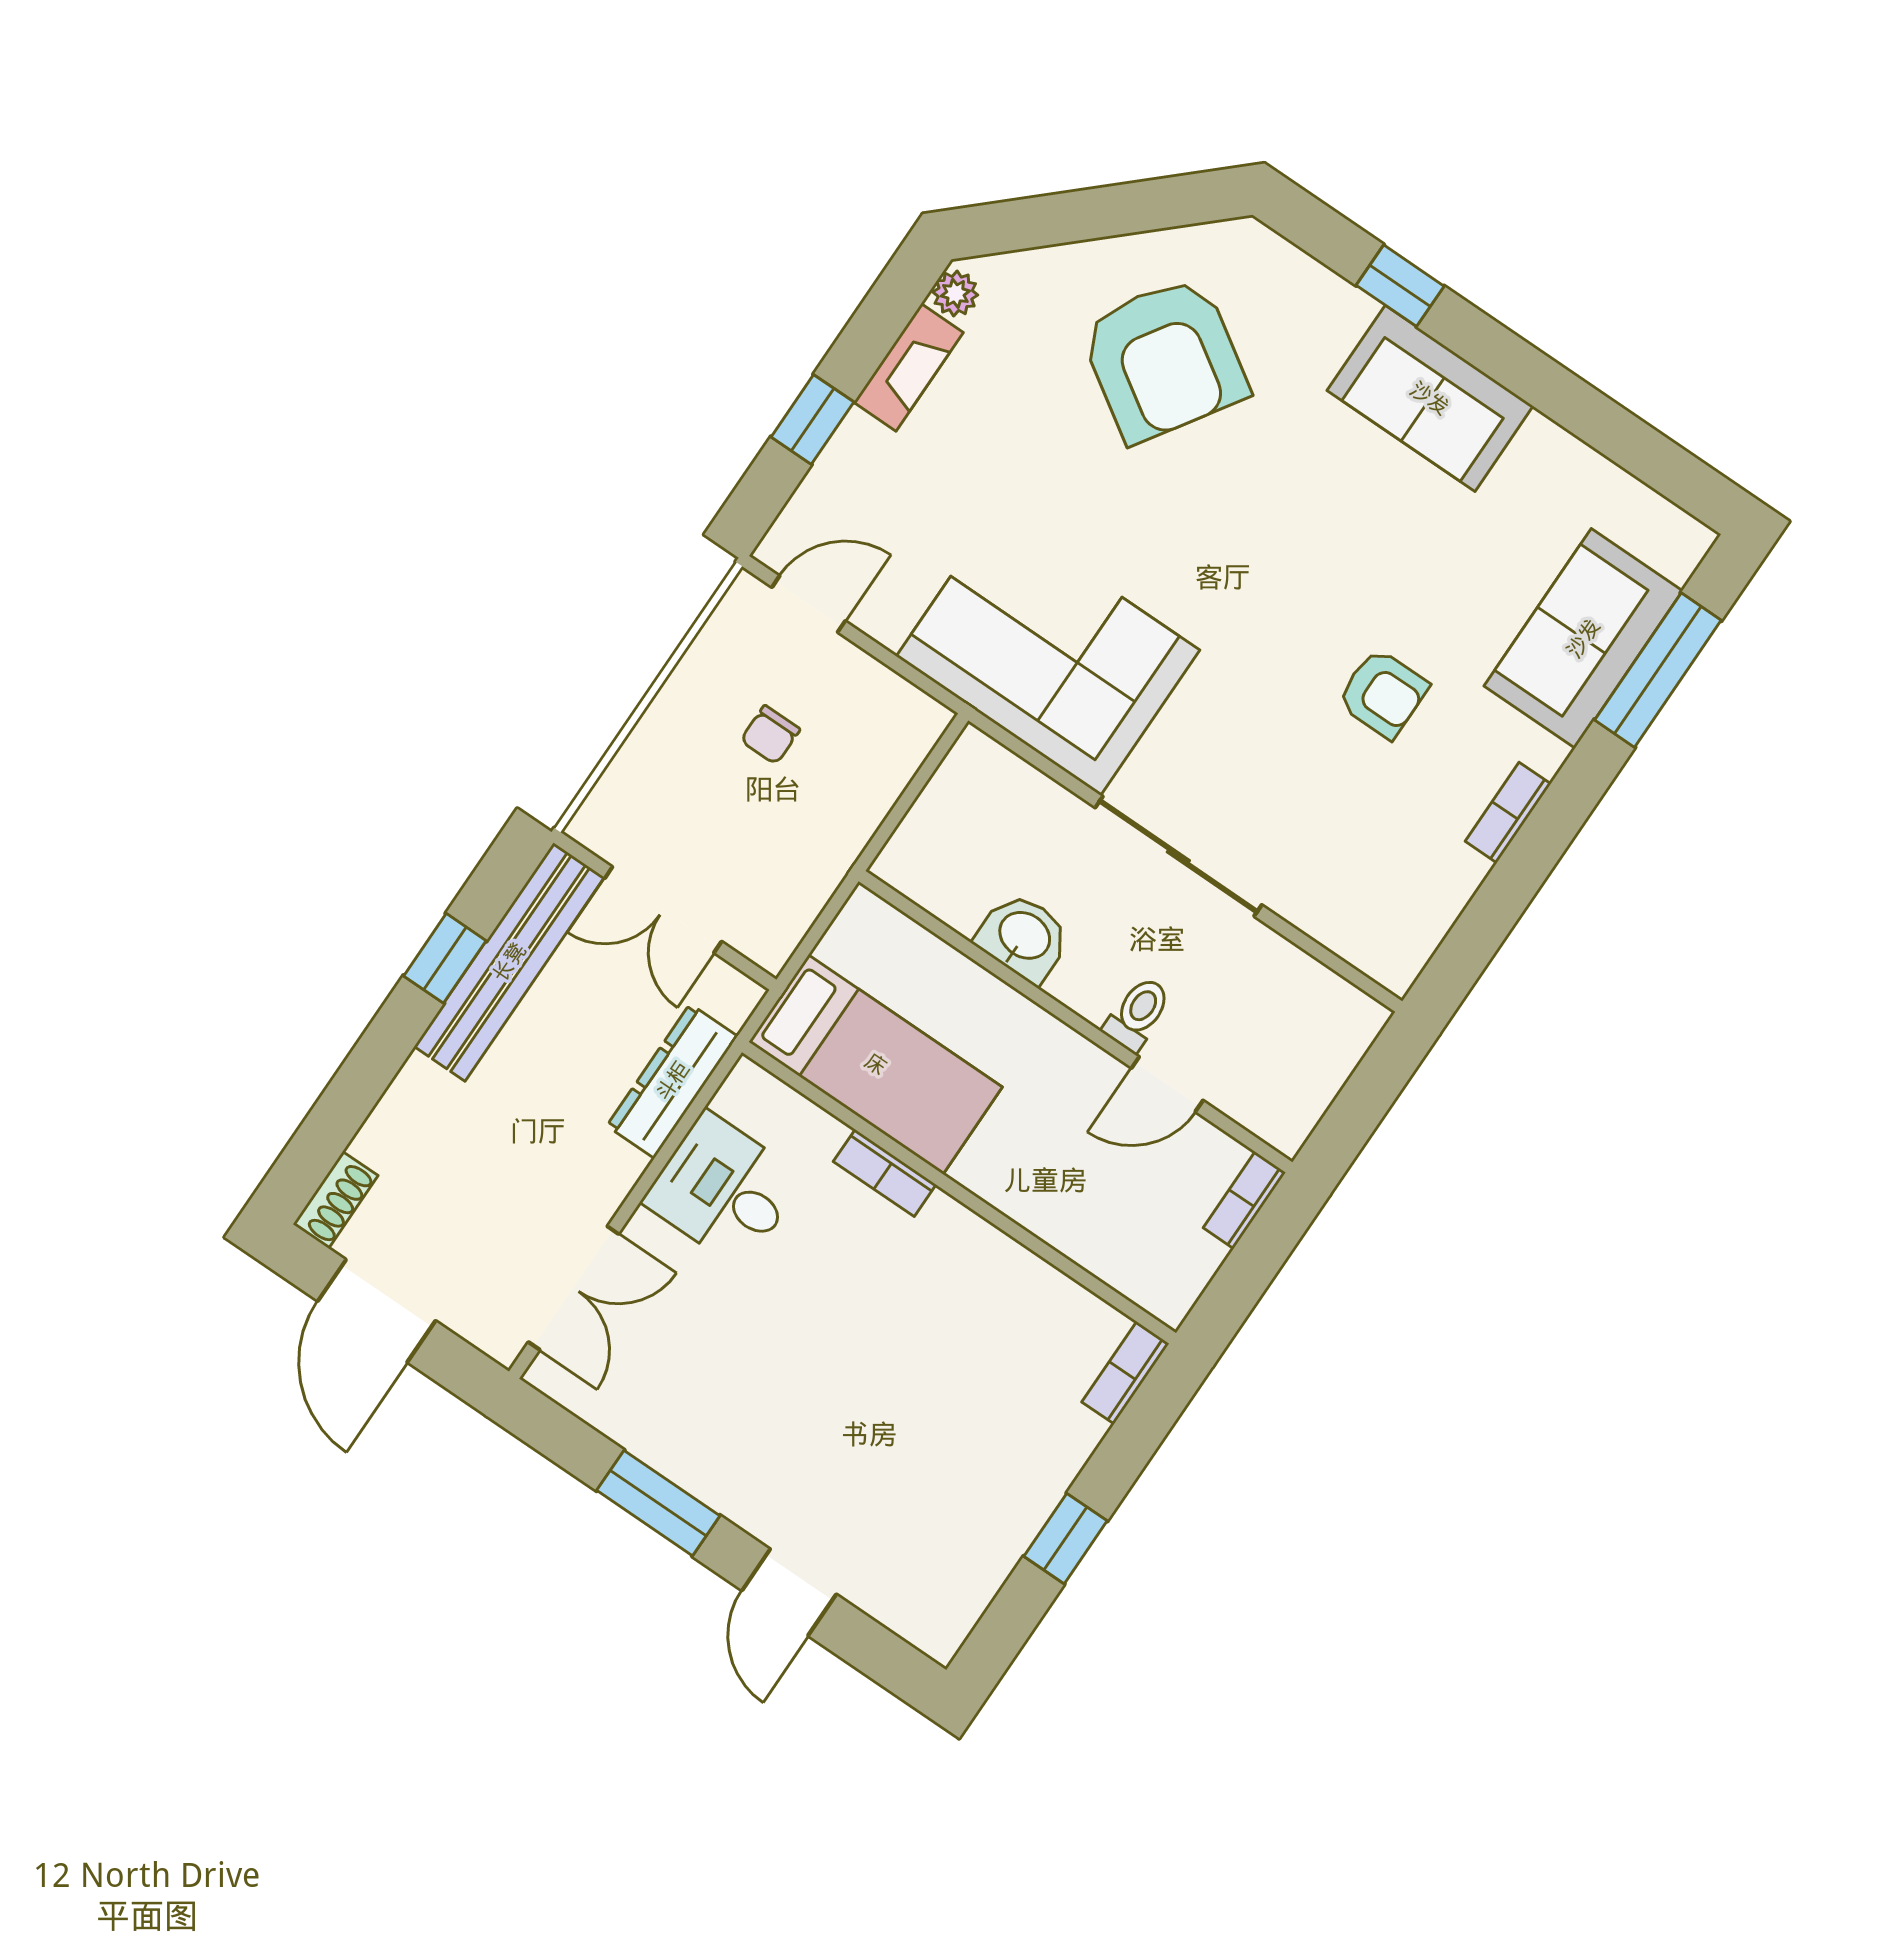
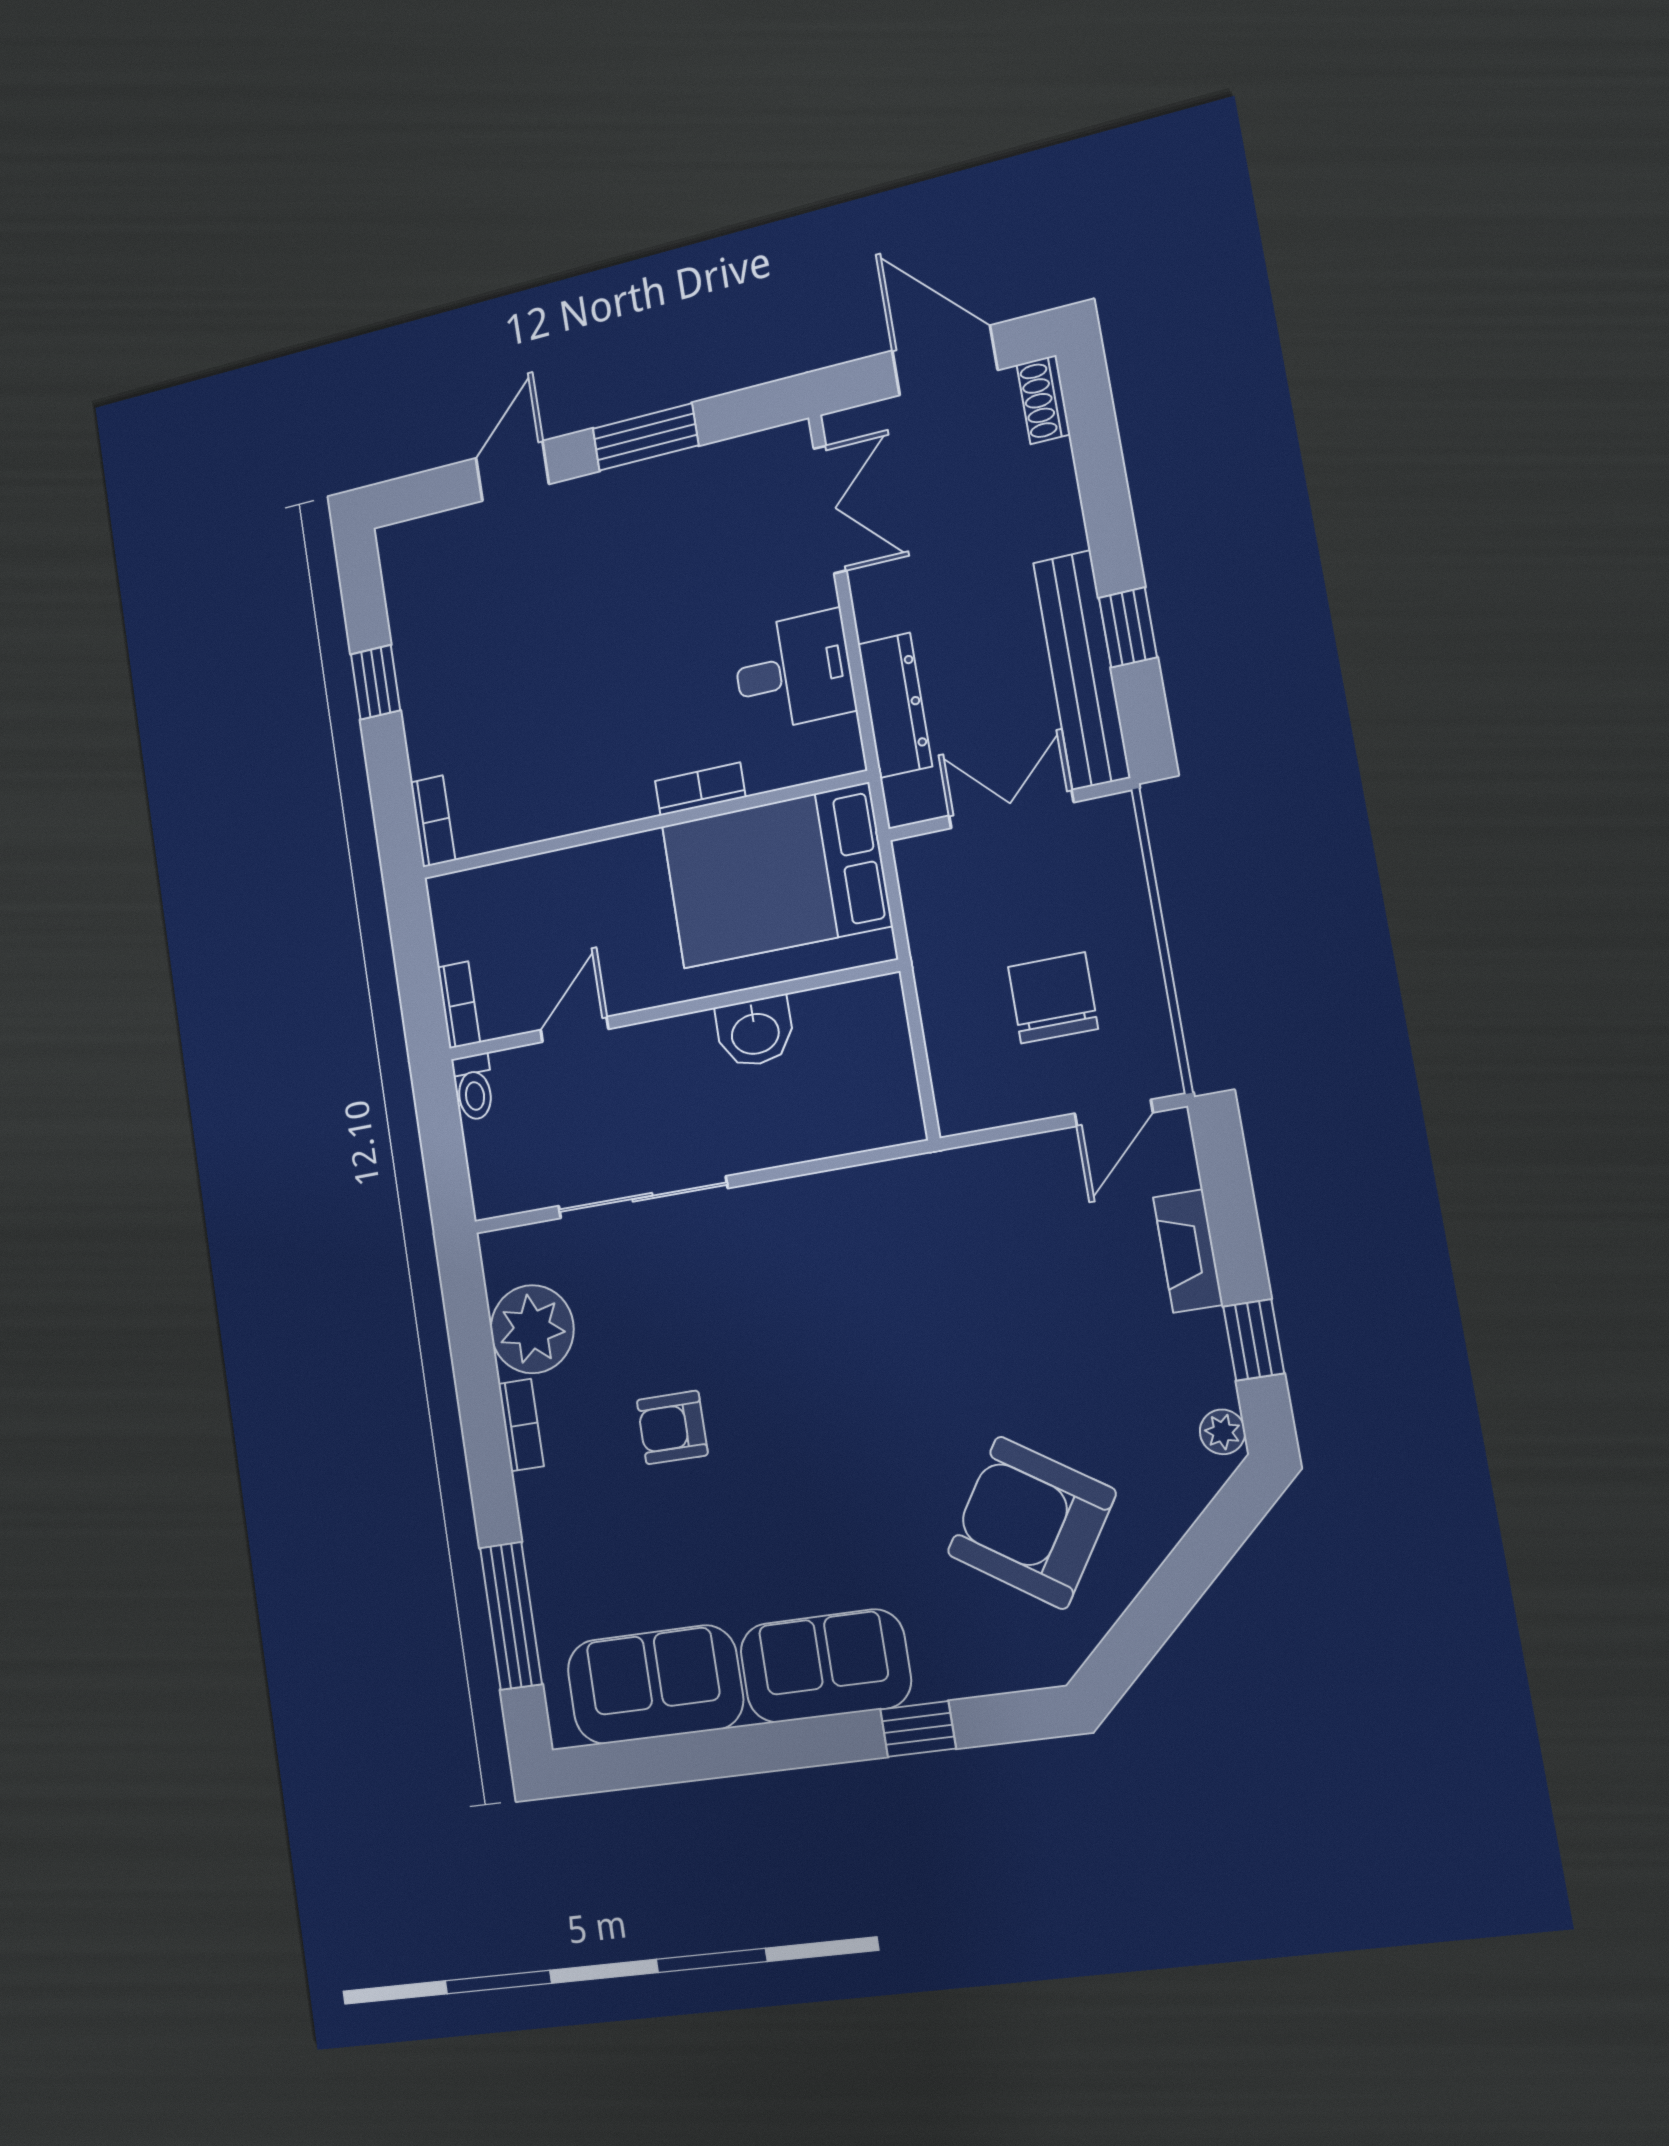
fireplace: (908, 367) -> (1188, 1251), moved
window: (812, 420) -> (1254, 1340), moved
sofa: (1583, 638) -> (655, 1685), moved, turned -90
corner sofa: (1048, 653) -> (918, 1239), removed
chair: (770, 735) -> (1053, 998), width x1.87, depth x1.87
sliding door: (1178, 856) -> (643, 1197), moved
plant: (1427, 880) -> (532, 1329), added
toilet: (1138, 1014) -> (474, 1087), moved
bed: (876, 1064) -> (776, 876), width x1.50
double door: (574, 1288) -> (830, 509), swing flipped
door: (789, 1592) -> (512, 471), hinge flipped

